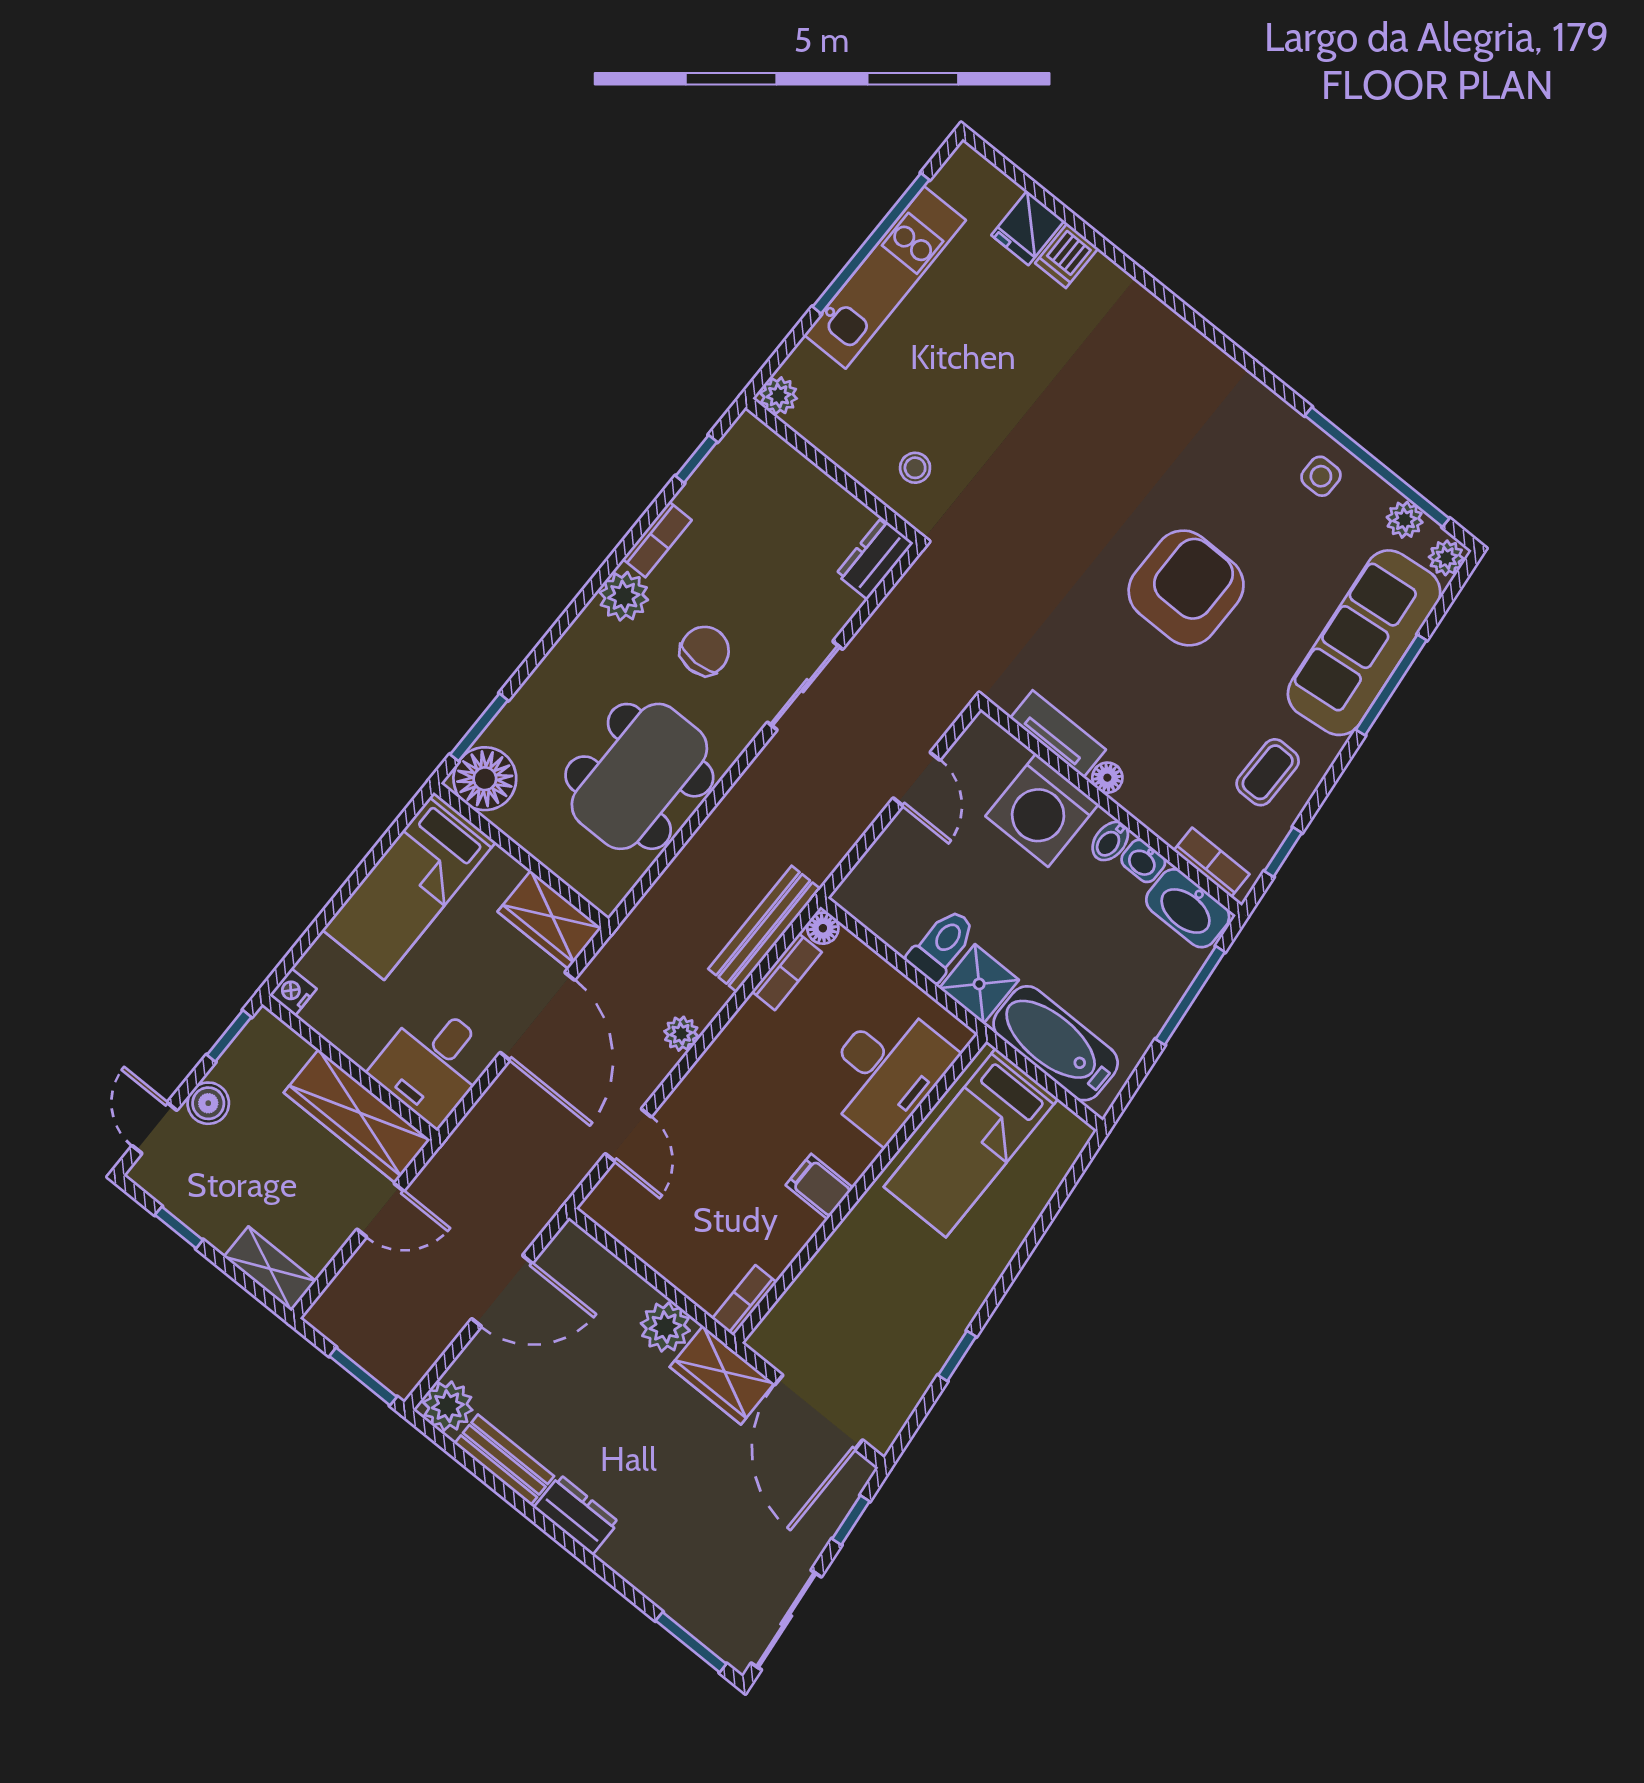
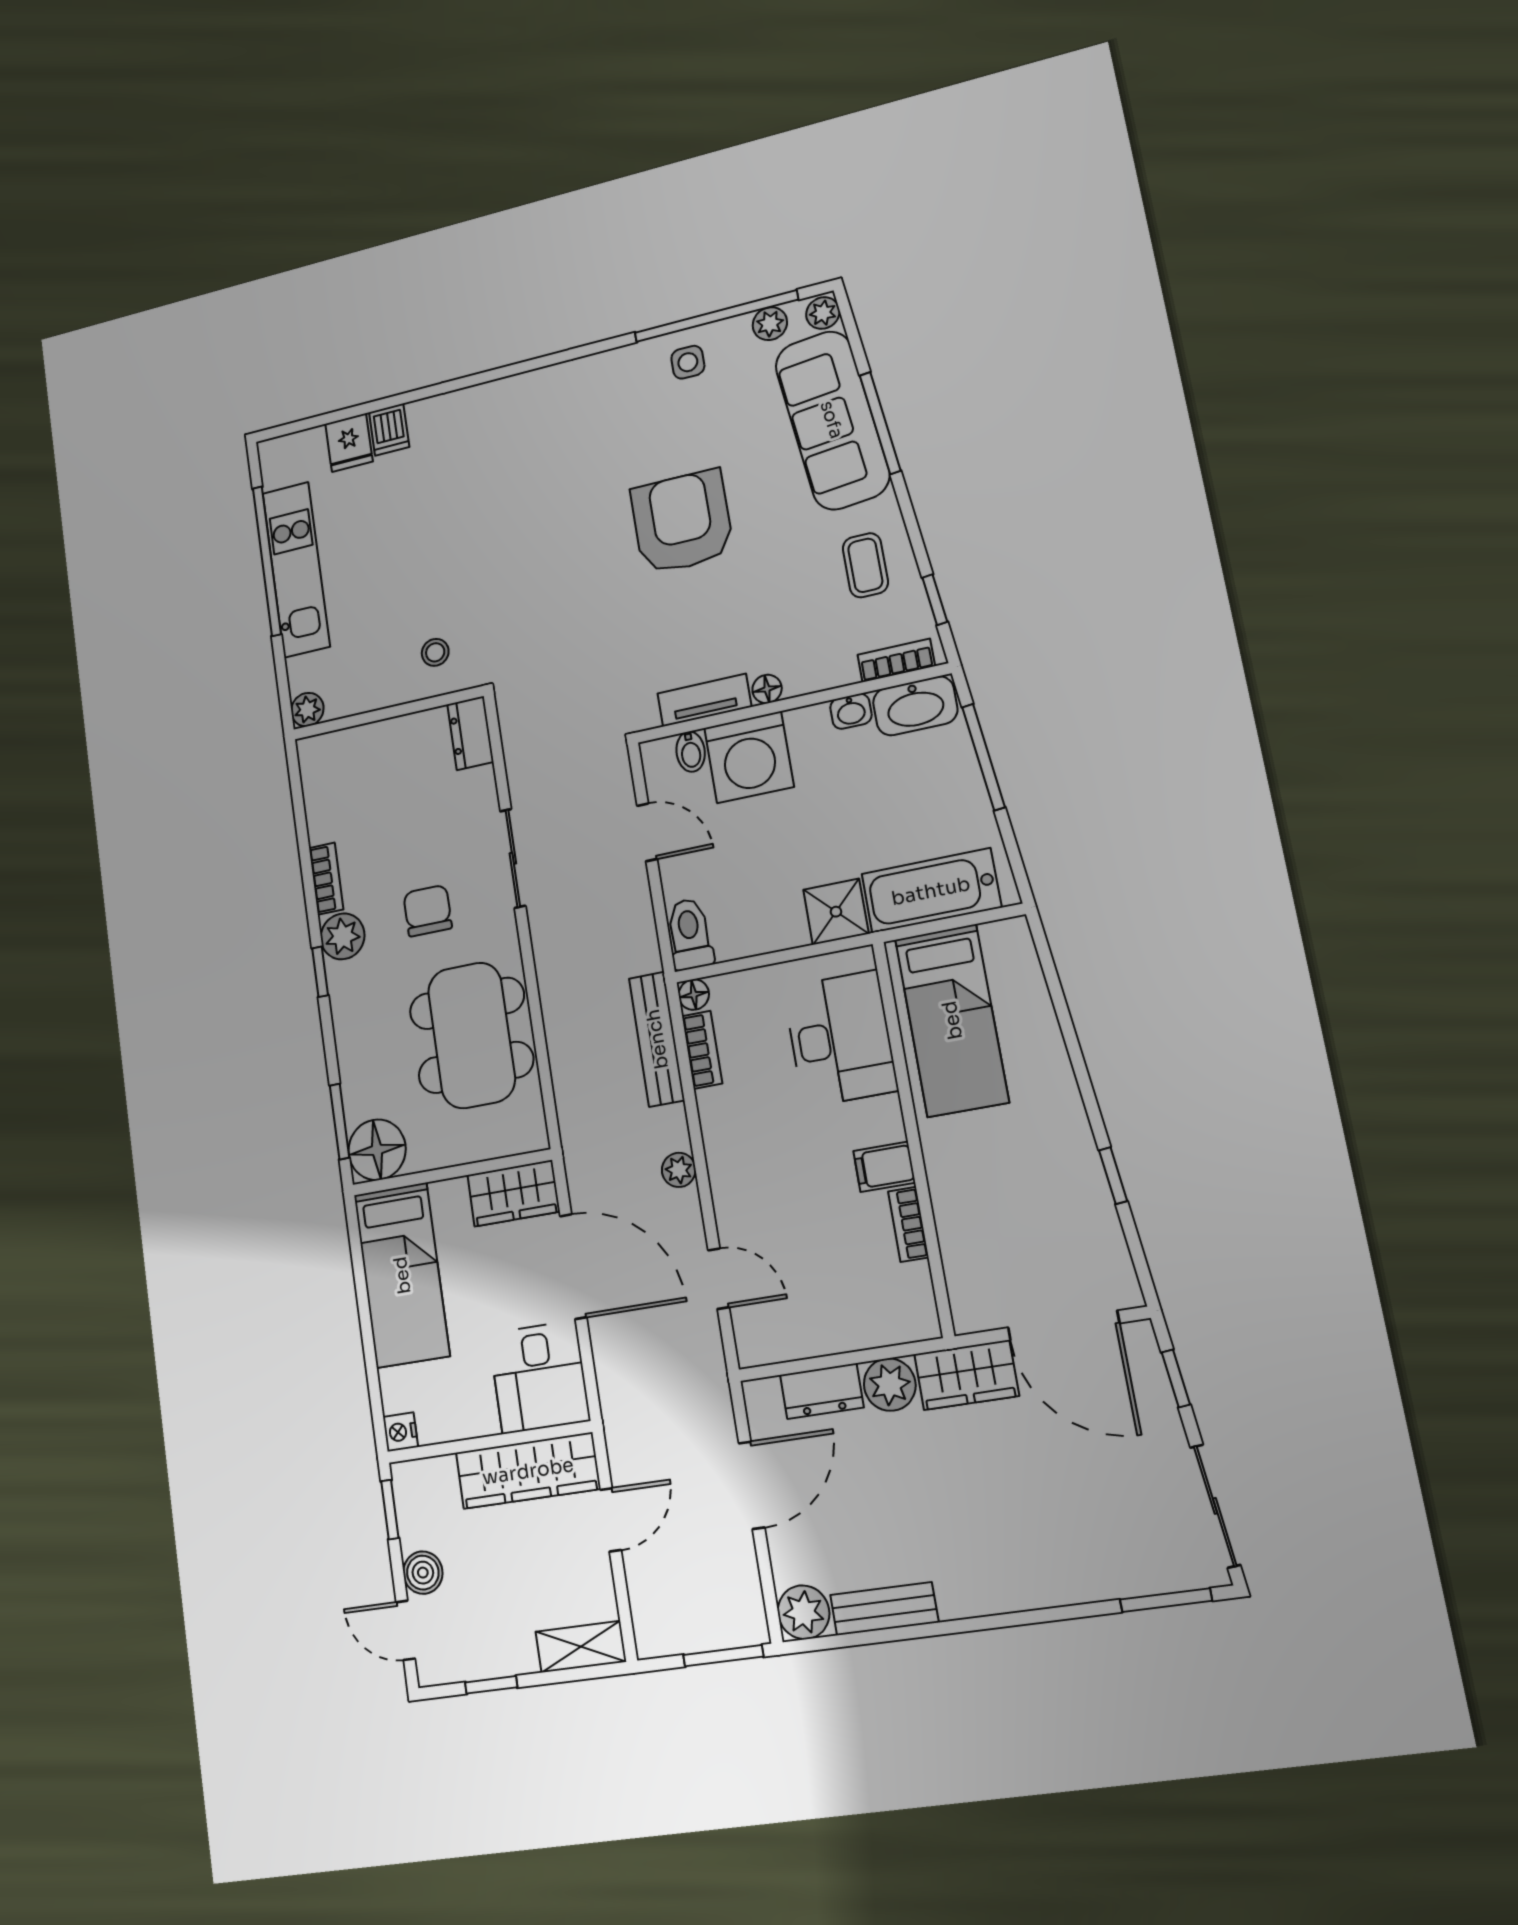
window: (696, 459) -> (320, 972), moved
bidet: (1110, 841) -> (691, 752), moved
toilet: (942, 945) -> (690, 934), moved
bookcase: (744, 1301) -> (908, 1224), moved
dresser: (576, 1515) -> (822, 1391), moved, turned 180

